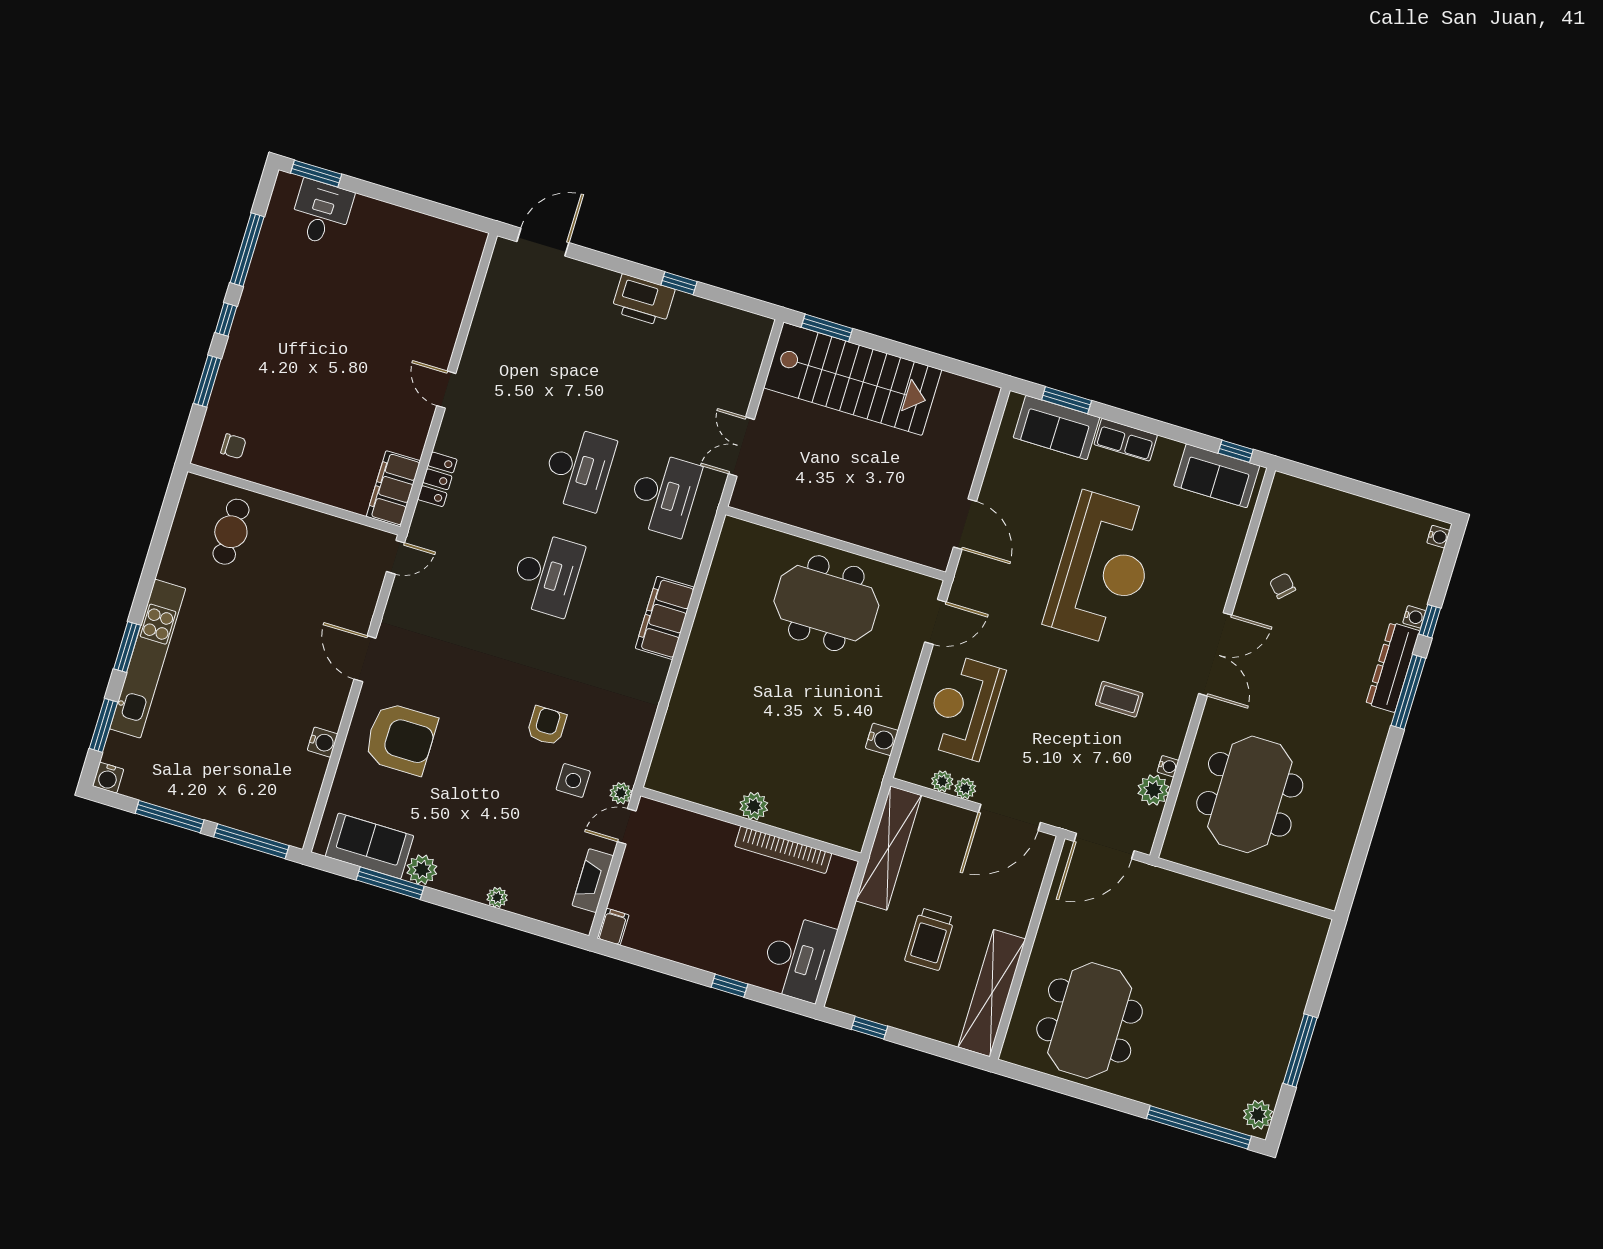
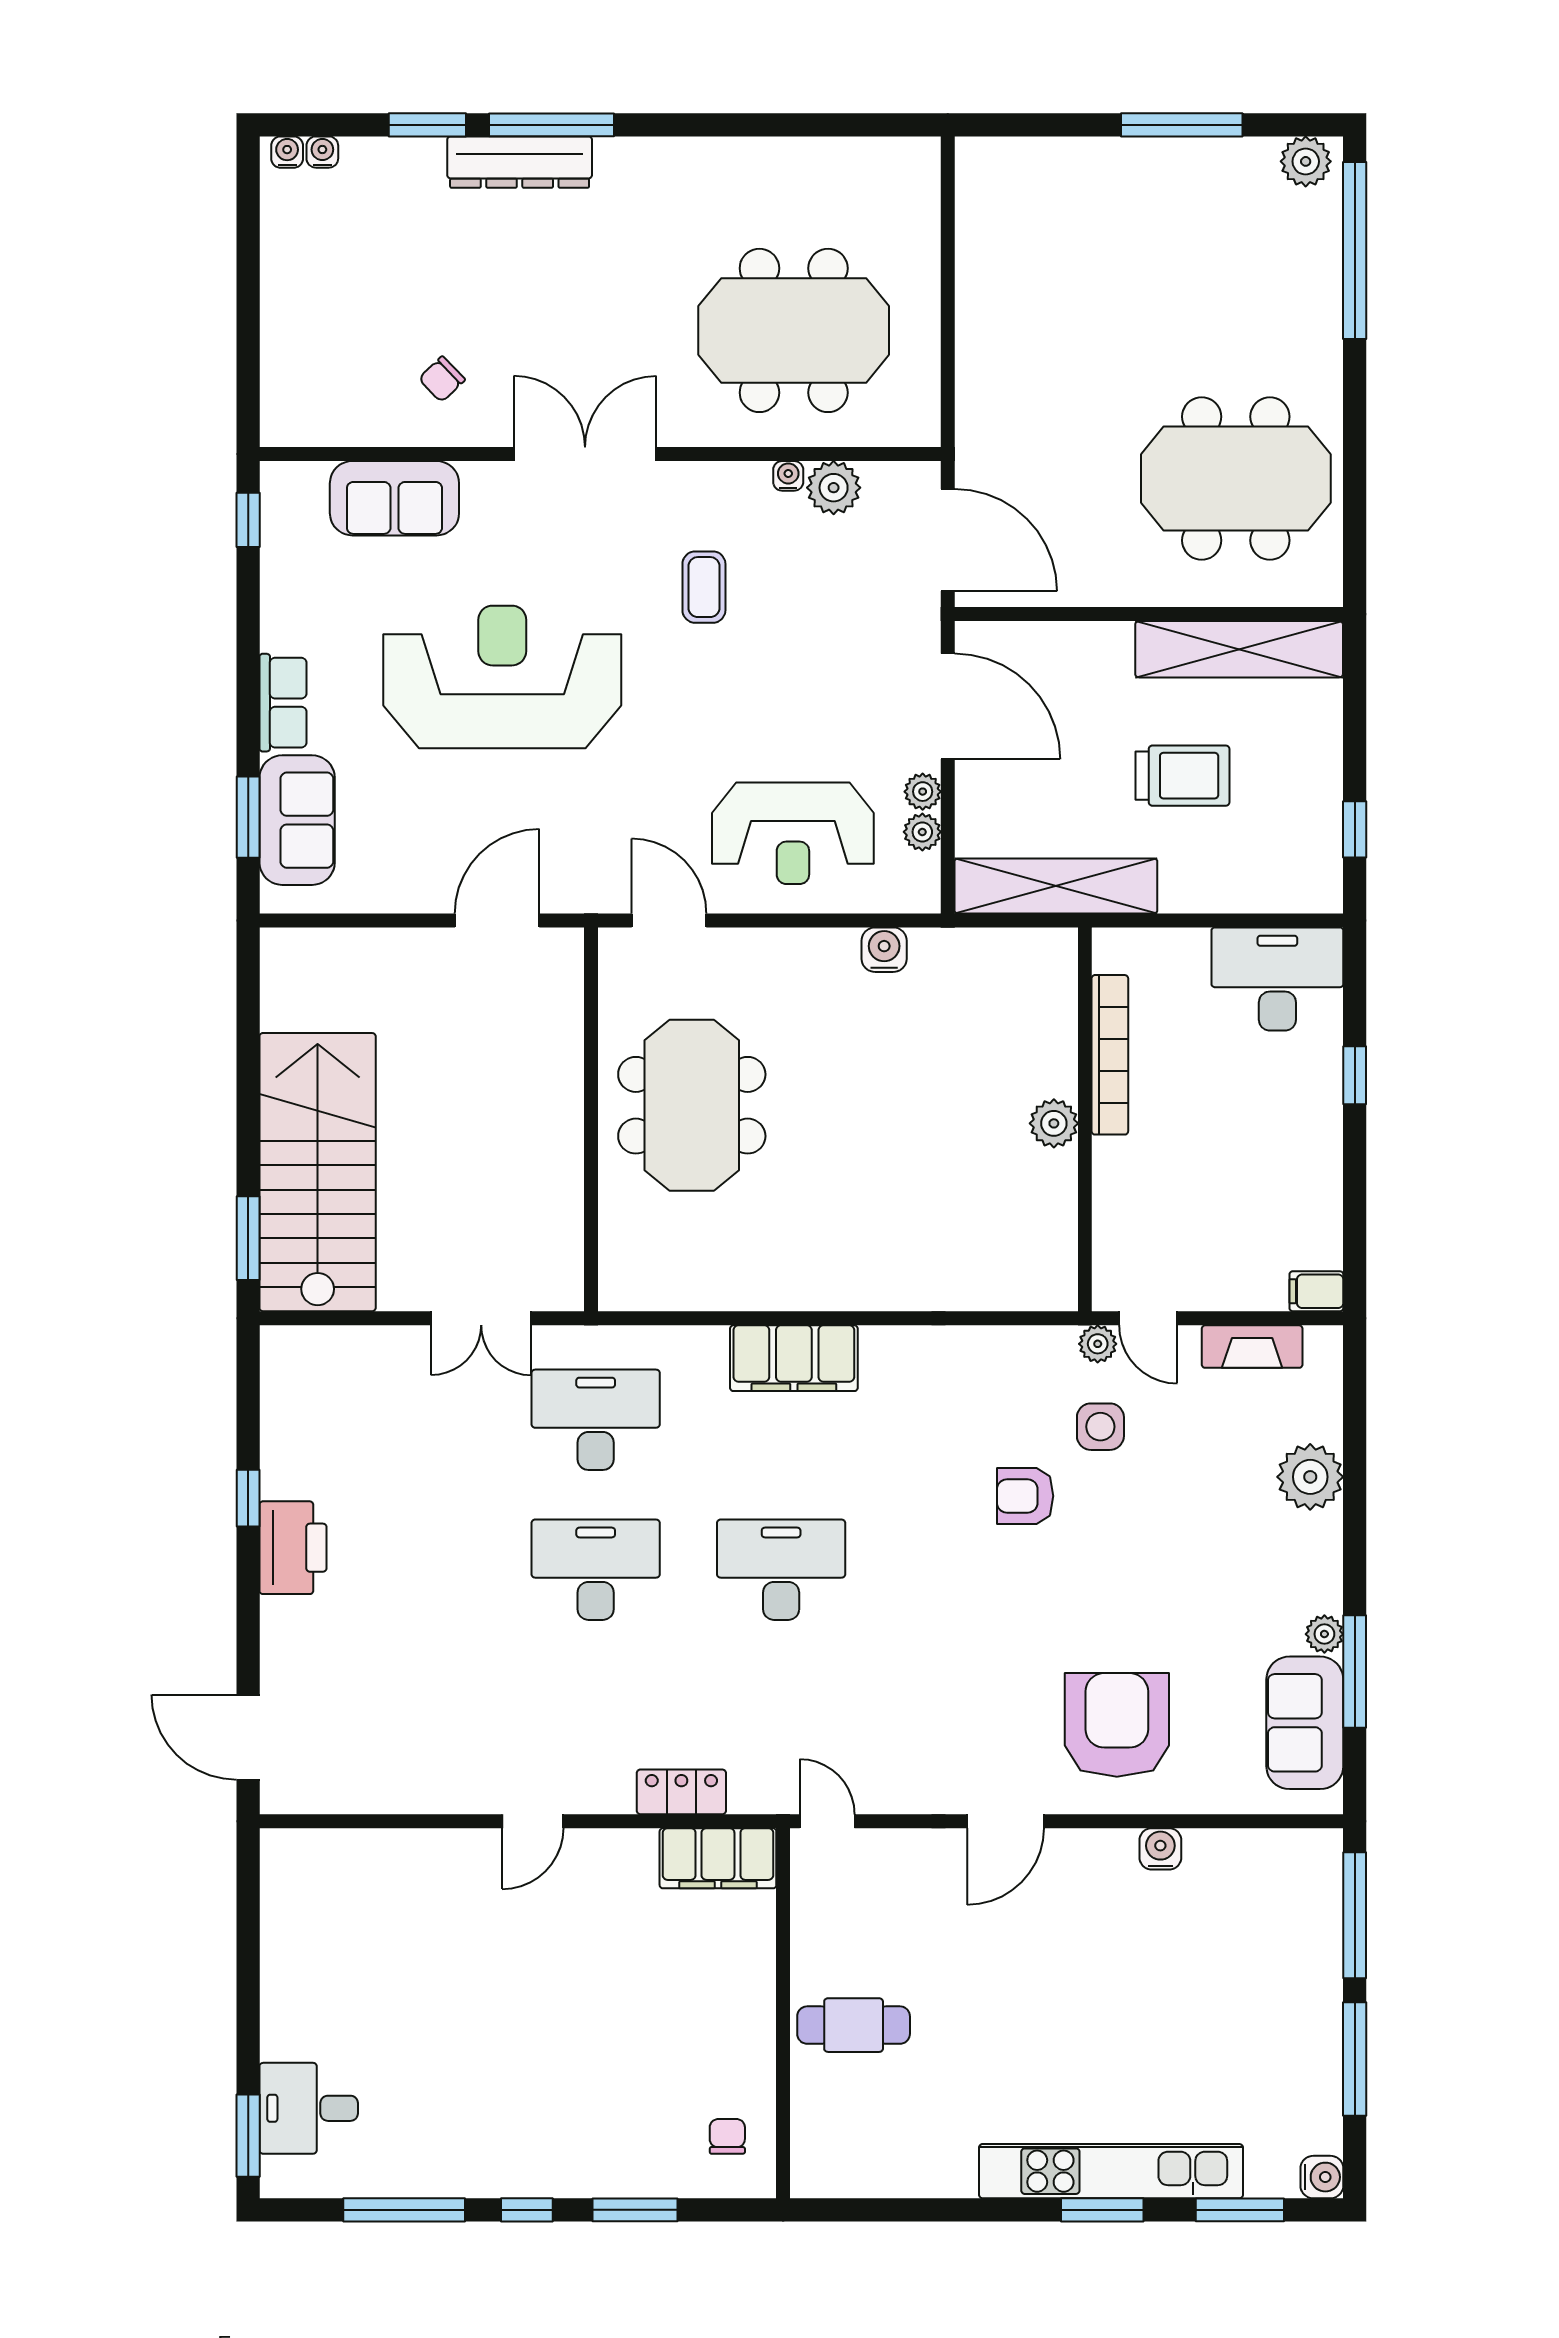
sofa: (1217, 476) -> (394, 498), moved, turned 90
cafe table: (231, 532) -> (854, 2025), moved
water cooler: (1414, 617) -> (322, 152), moved
window: (1430, 621) -> (427, 125), width x1.50
plant: (422, 870) -> (1324, 1634), width x0.73, depth x0.73
plant: (497, 897) -> (1310, 1477), width x1.88, depth x1.88

